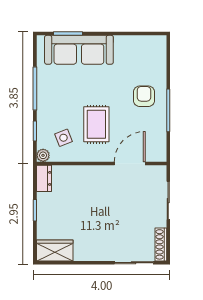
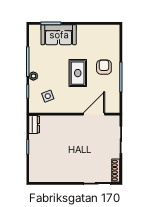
sofa: (79, 50) -> (59, 35), width x0.73
rug: (96, 124) -> (78, 73), moved
plant: (43, 155) -> (33, 76), moved
wardrobe: (55, 250) -> (42, 175), removed

